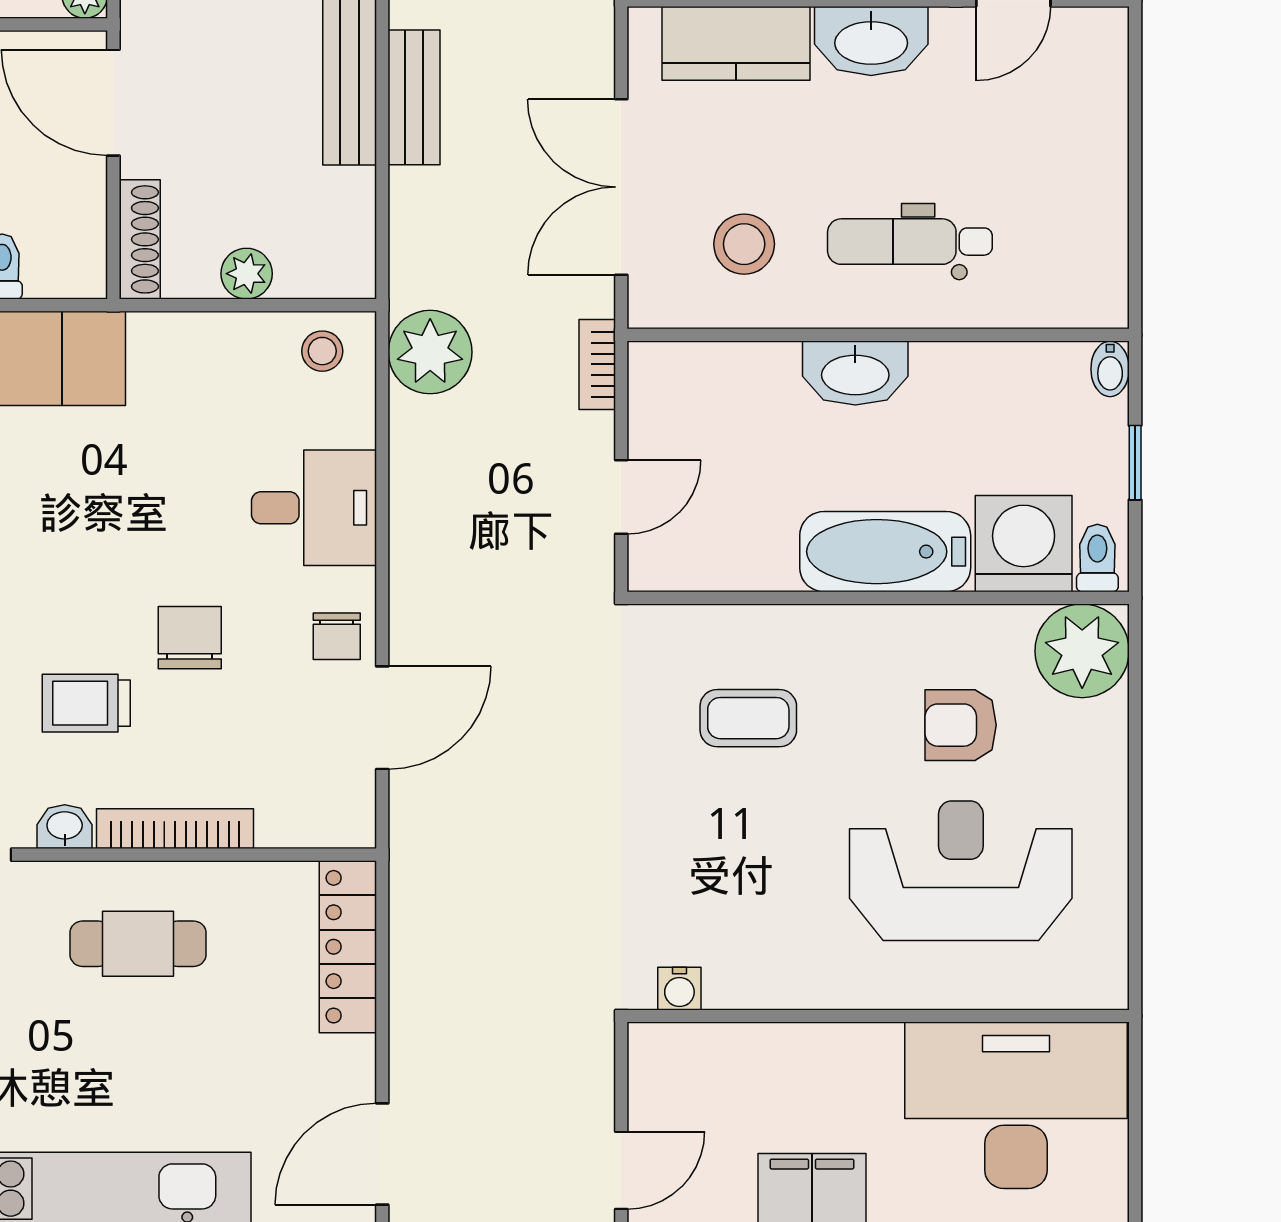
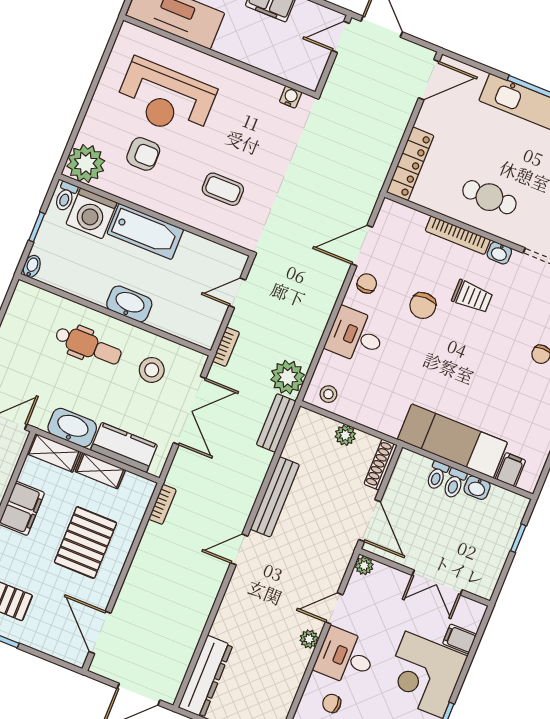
bench: (414, 97) -> (276, 423), moved

